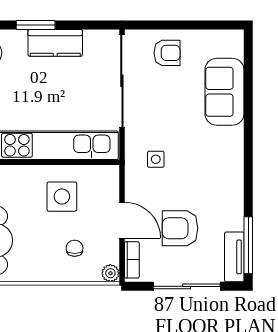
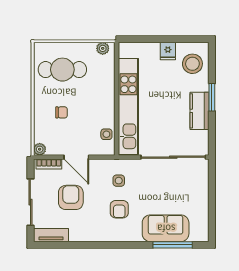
armchair: (167, 53) -> (119, 209), moved
side table: (62, 197) -> (106, 134), moved, width x0.54, depth x0.54
door: (122, 220) -> (76, 157), hinge flipped
window: (248, 245) -> (173, 245), moved
chair: (75, 248) -> (61, 112), moved

